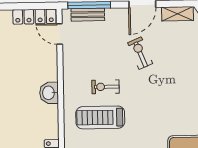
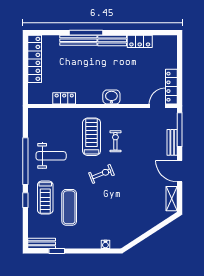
bench: (88, 15) -> (172, 142), moved
exercise bike: (140, 53) -> (101, 174), moved

